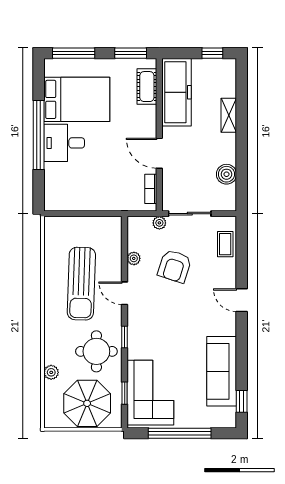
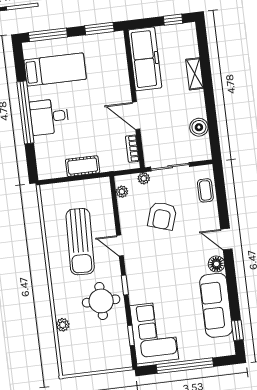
cot: (147, 87) -> (83, 166), moved, turned 90
bed: (77, 99) -> (55, 70), width x0.67
plant: (134, 258) -> (122, 192), moved
floor lamp: (228, 326) -> (216, 264), added
parasol: (87, 403) -> (98, 349), removed

